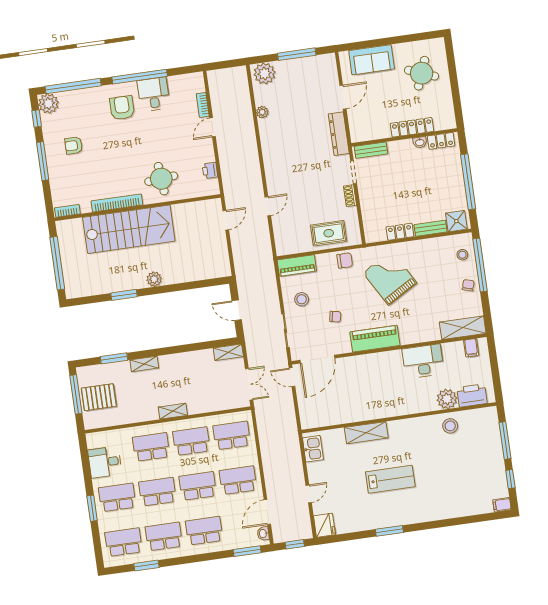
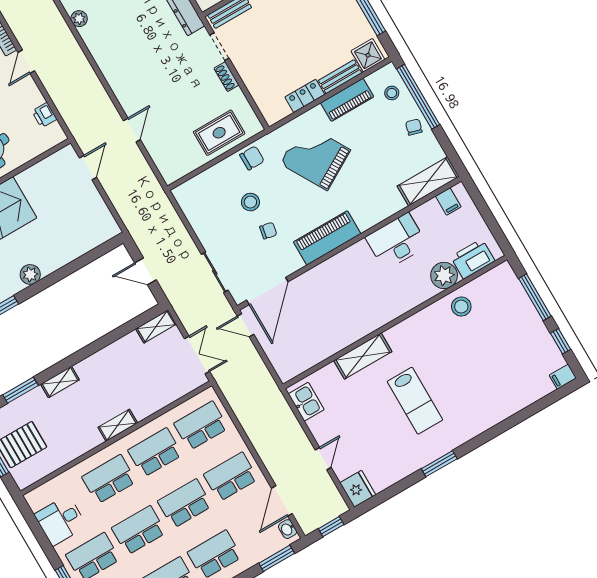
piano: (297, 265) -> (347, 100), moved
stool: (302, 299) -> (250, 202), moved
lab bench: (390, 479) -> (415, 401), turned 90

